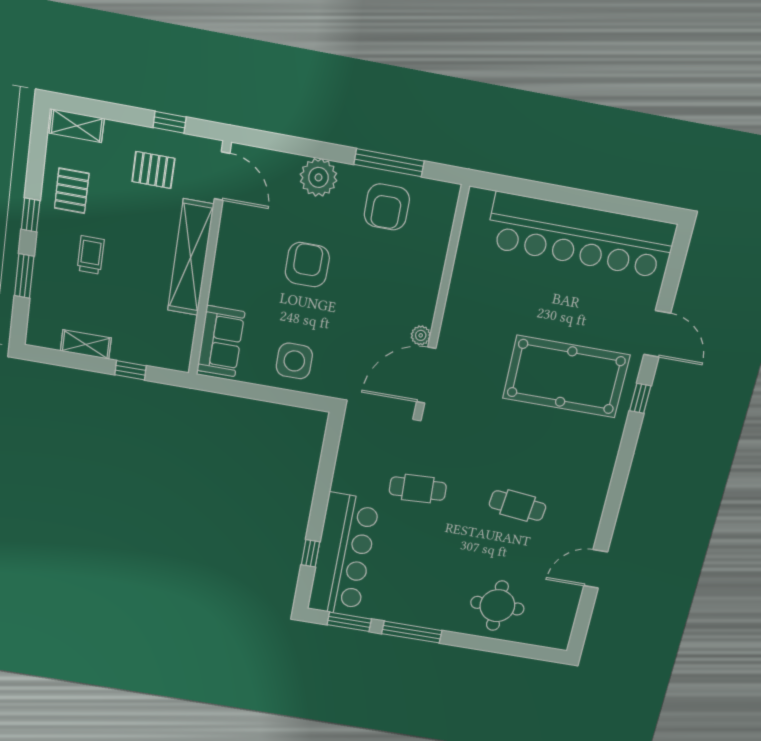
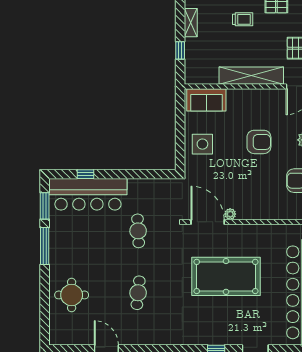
pool table: (566, 377) -> (226, 276), moved, turned 90

